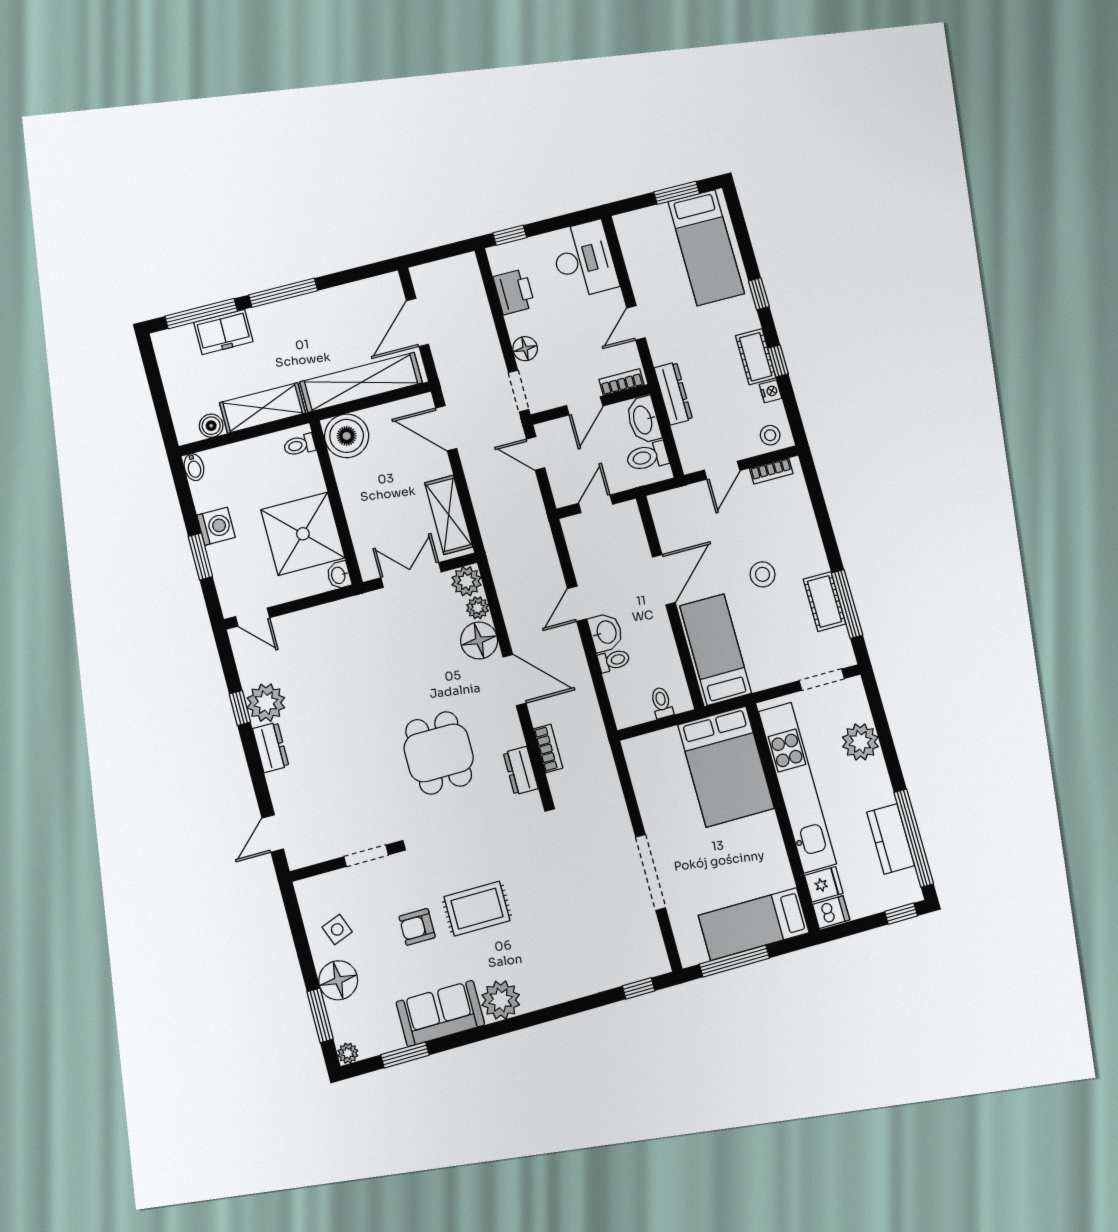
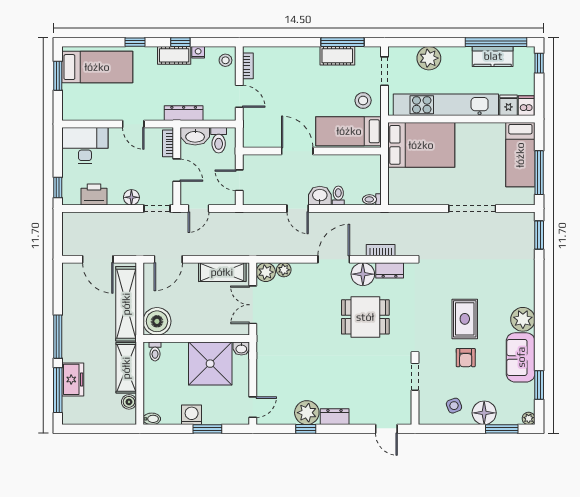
stool: (763, 574) -> (363, 100), moved
floor lamp: (479, 640) -> (363, 274), moved
toilet: (662, 703) -> (372, 199), moved
window: (639, 988) -> (539, 235), width x1.50

